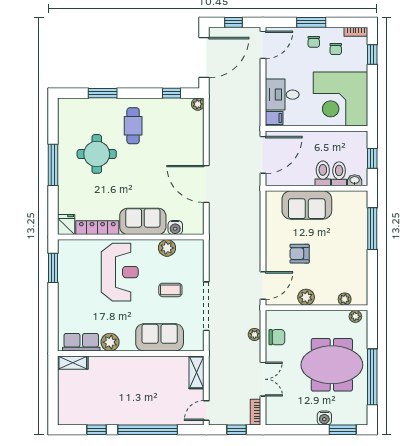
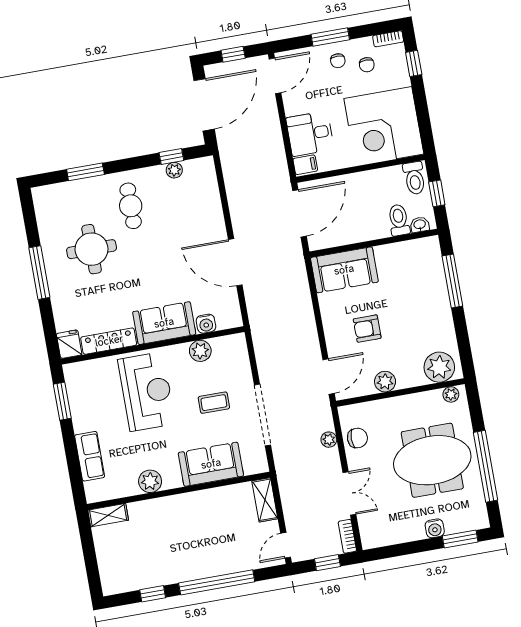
plant: (198, 104) -> (174, 170), moved
toilet: (323, 173) -> (414, 178), moved, turned 180
sofa: (307, 205) -> (344, 270), moved
plant: (345, 299) -> (439, 367), width x1.87, depth x1.87
row of seats: (81, 342) -> (90, 456), moved, turned 90

